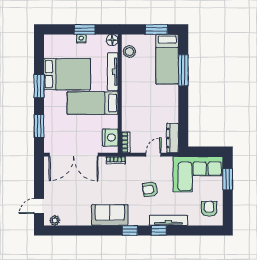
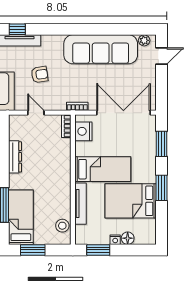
window: (85, 29) -> (98, 250), moved
floor lamp: (112, 40) -> (128, 238), moved
dresser: (173, 138) -> (15, 157), moved
door: (153, 155) -> (36, 113), swing flipped
sofa: (110, 215) -> (101, 49), width x1.85, depth x1.27
window: (130, 230) -> (62, 29), removed
window: (159, 230) -> (17, 29), moved

